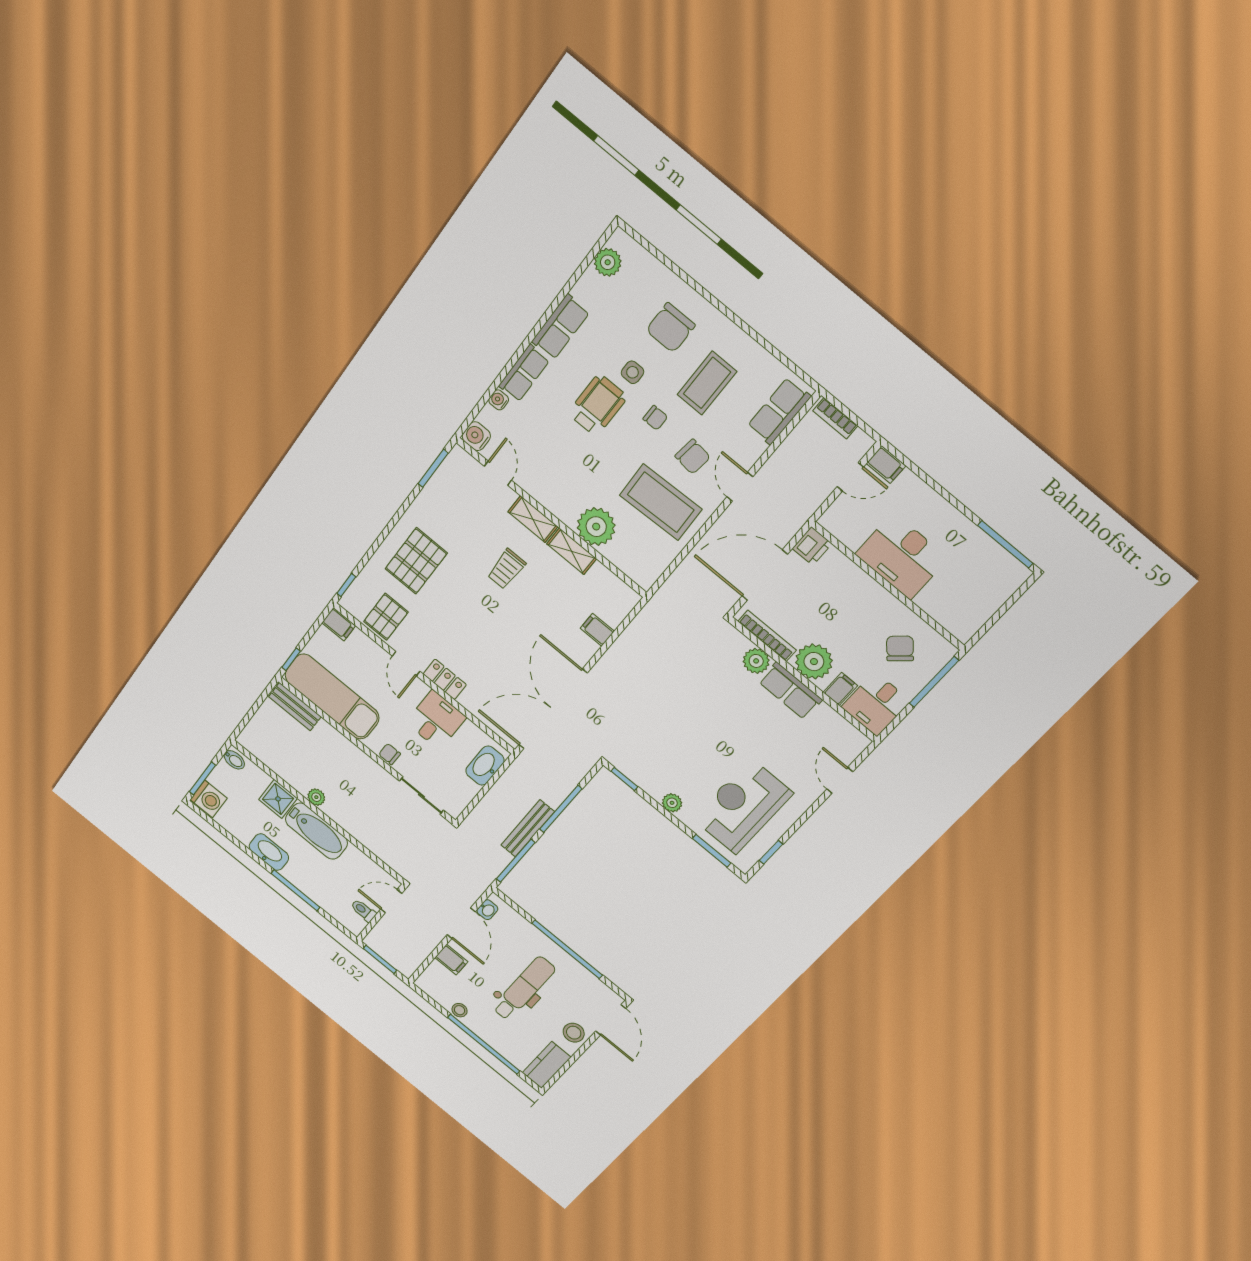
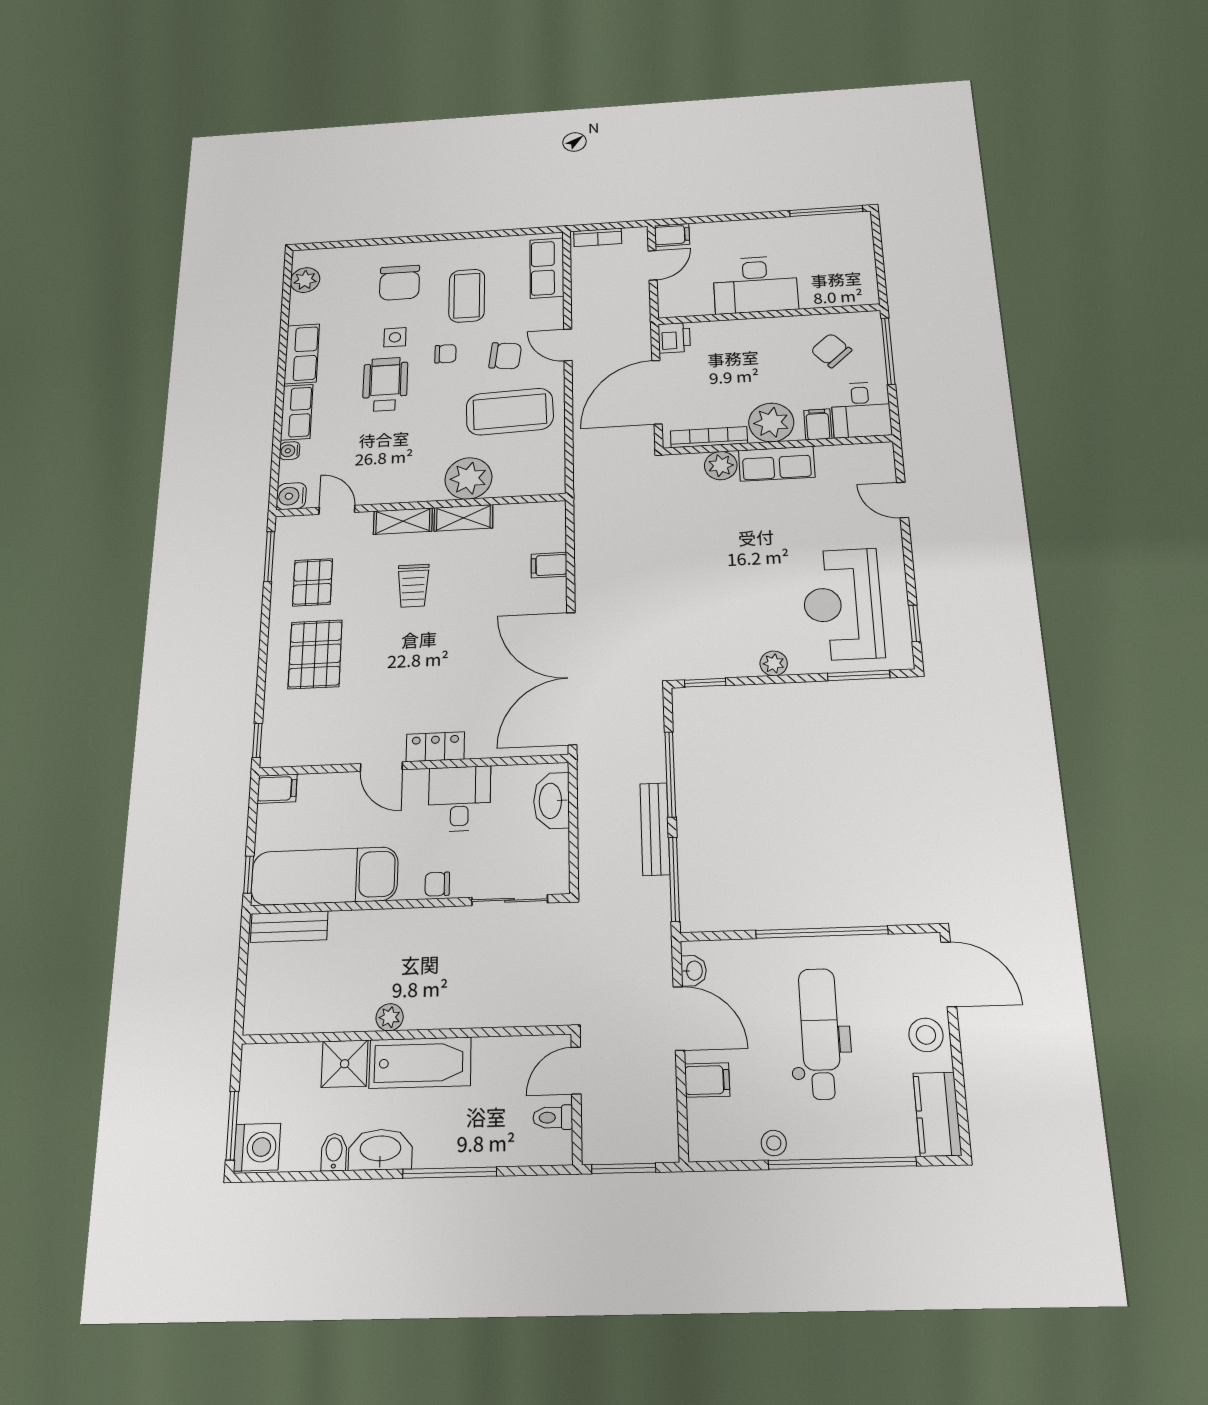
pallet: (386, 617) -> (313, 582), moved
bidet: (234, 760) -> (334, 1152), moved, turned -90

